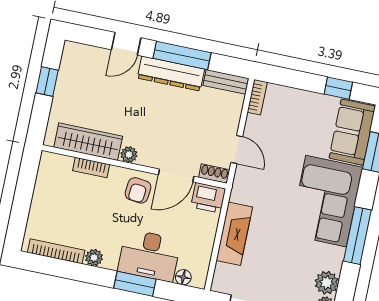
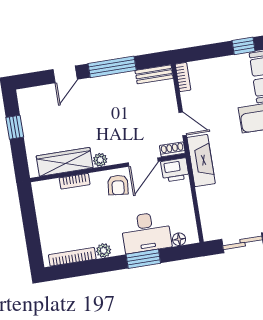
dresser: (171, 74) -> (109, 84), removed
fireplace: (234, 234) -> (201, 161), moved

